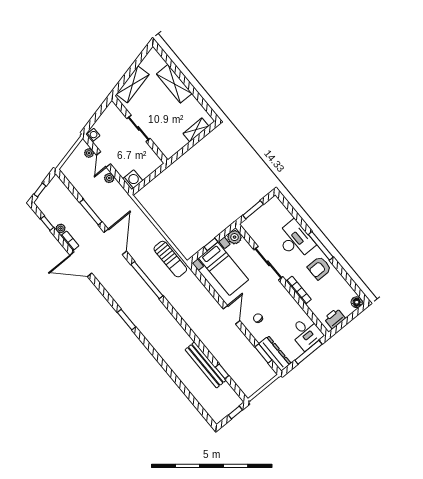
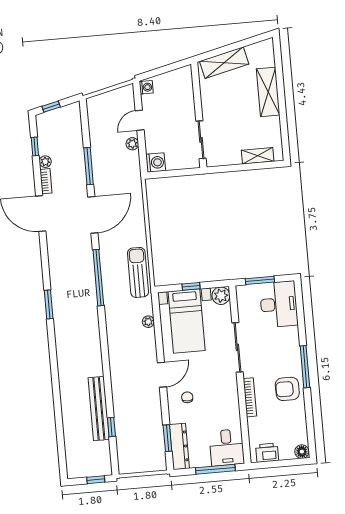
sliding door: (139, 129) -> (201, 140), moved
plant: (89, 153) -> (148, 322), moved
desk: (295, 240) -> (279, 304), moved
sun lounger: (170, 259) -> (138, 272), turned 180

